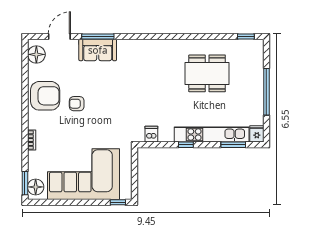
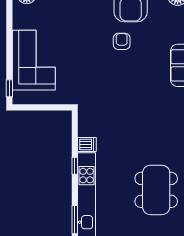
dishwasher: (151, 134) -> (87, 144), moved
corner sofa: (84, 174) -> (34, 60), width x0.73, depth x0.74

